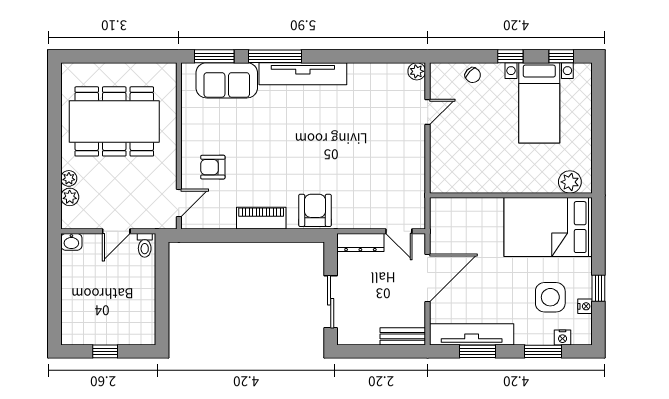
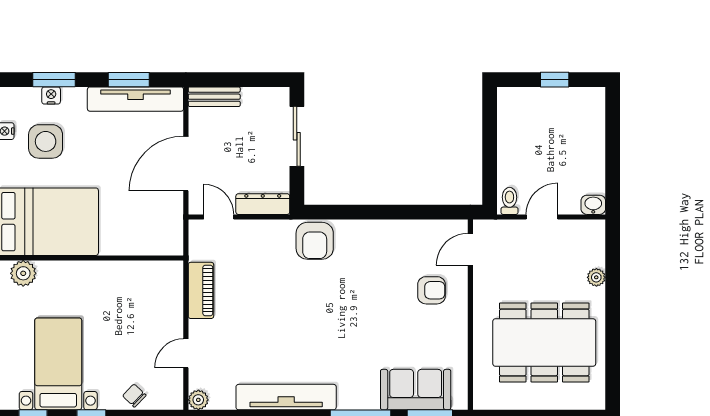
tv unit: (303, 74) -> (286, 397), moved
plant: (70, 197) -> (595, 256), removed
piano: (261, 218) -> (201, 290), moved, turned -90
nightstand: (563, 337) -> (51, 95), moved

